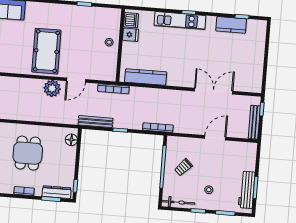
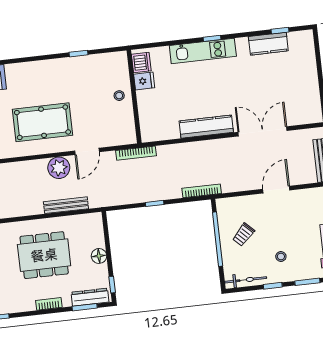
pool table: (46, 51) -> (43, 122), turned 90
kitchen counter: (146, 77) -> (206, 127), moved
bench: (95, 122) -> (66, 205), moved
floor lamp: (71, 140) -> (99, 256), moved
dining table: (28, 153) -> (44, 255), width x1.38

